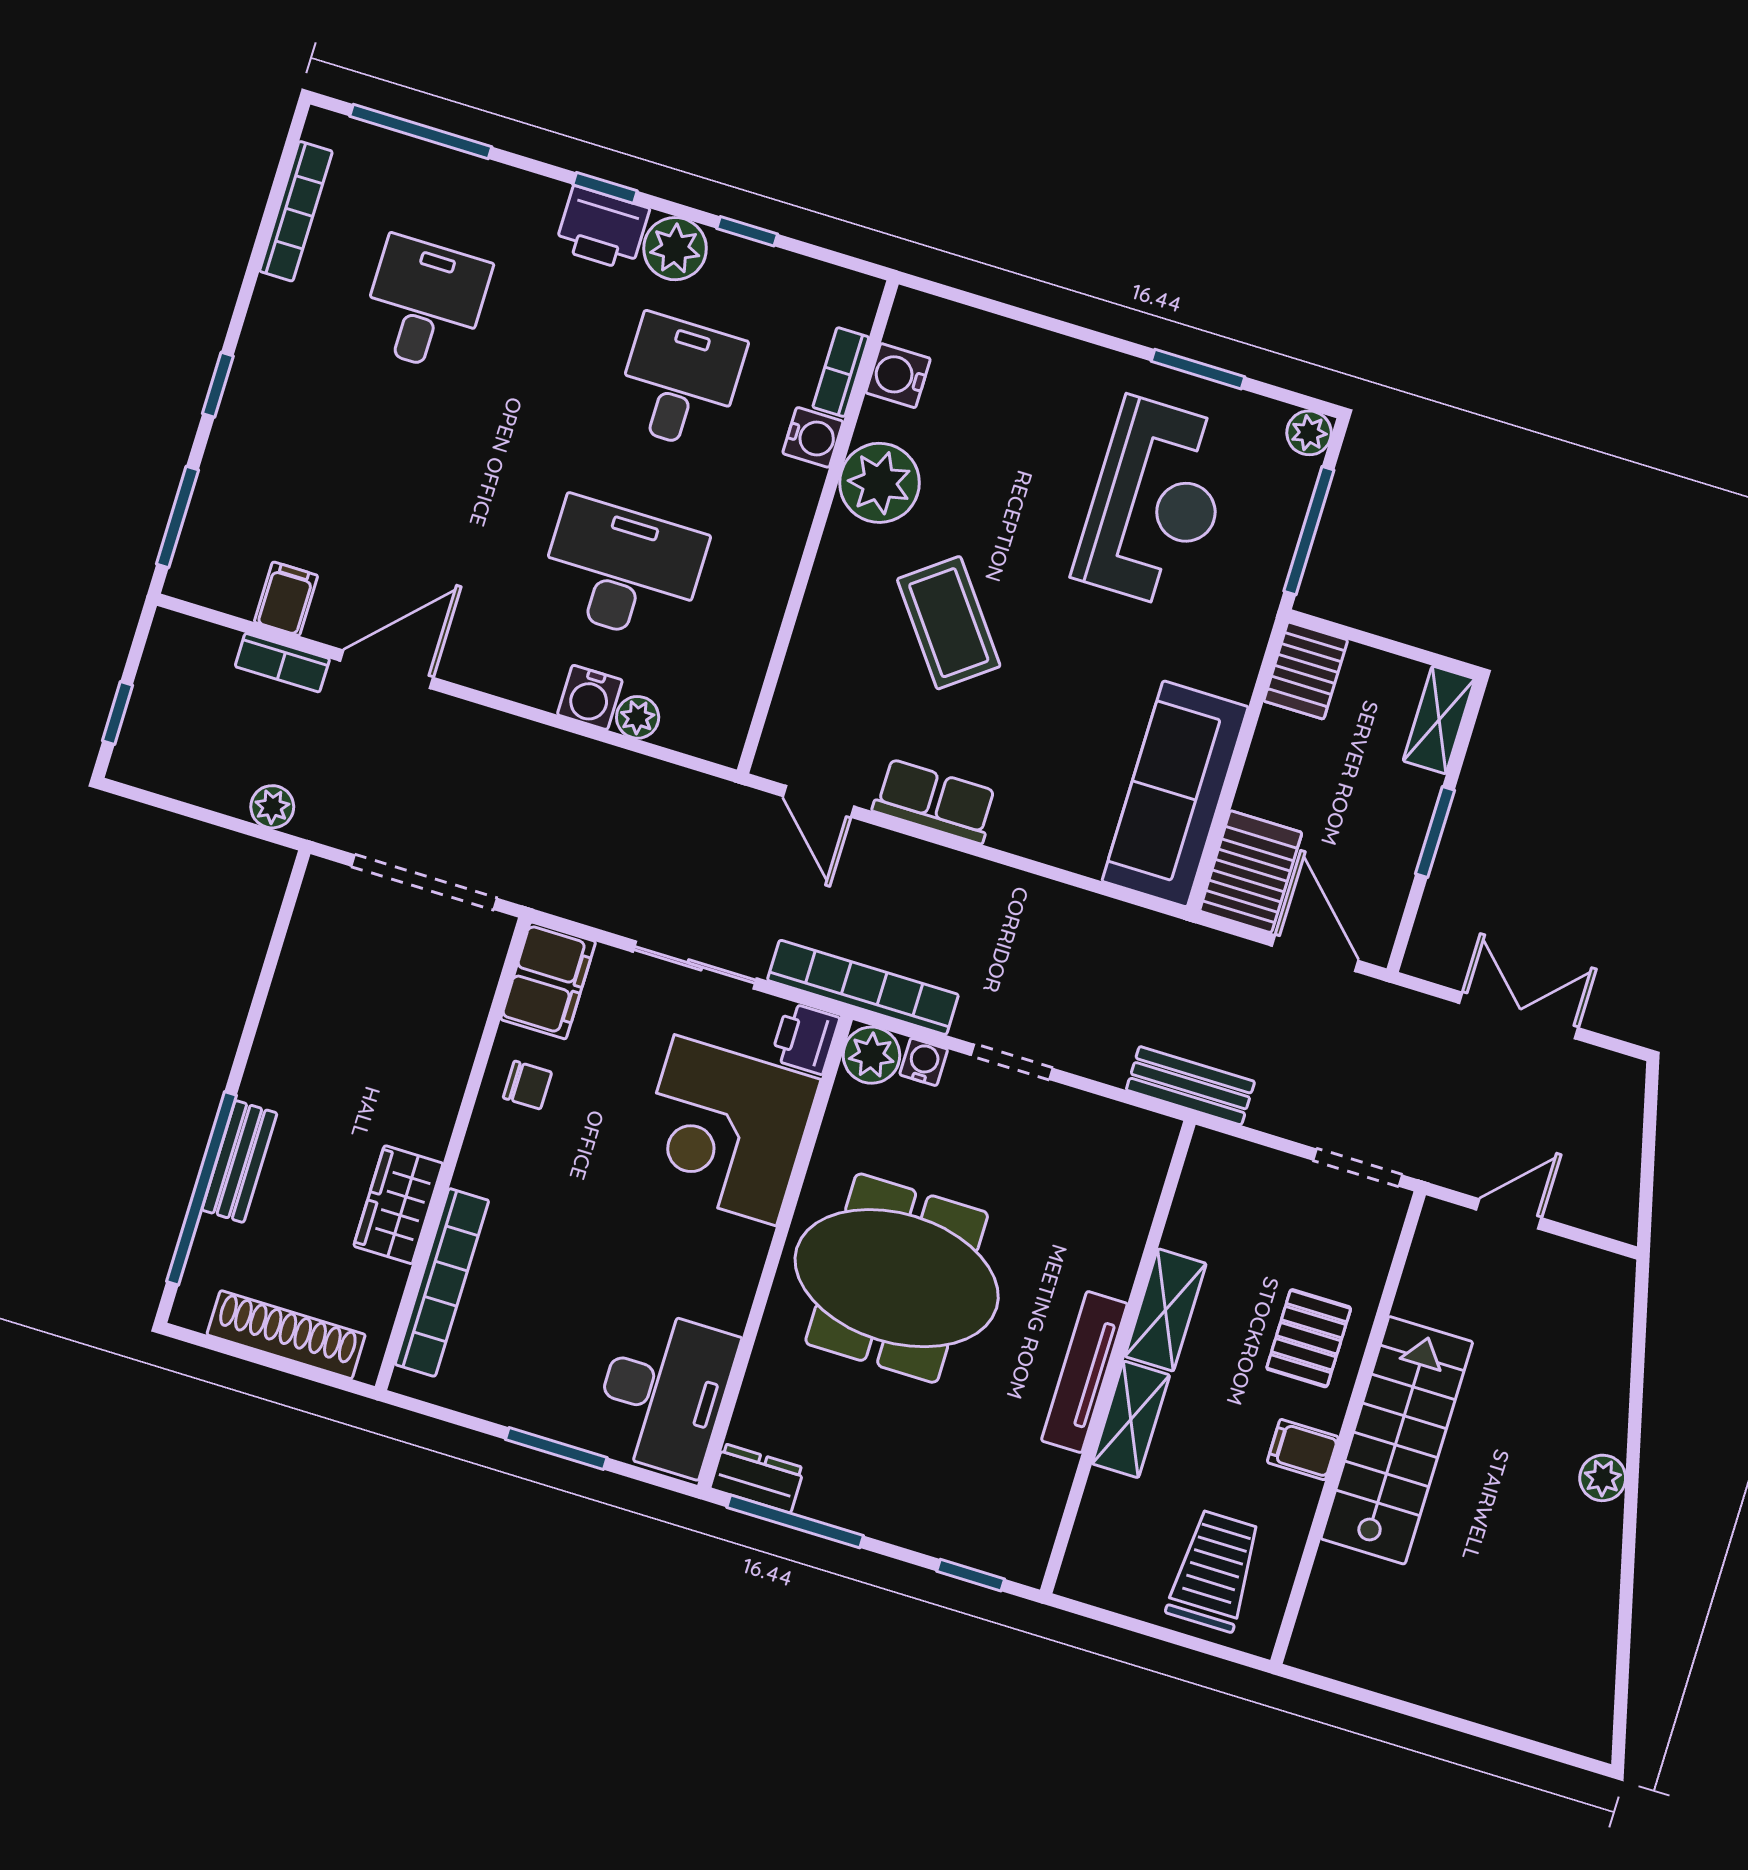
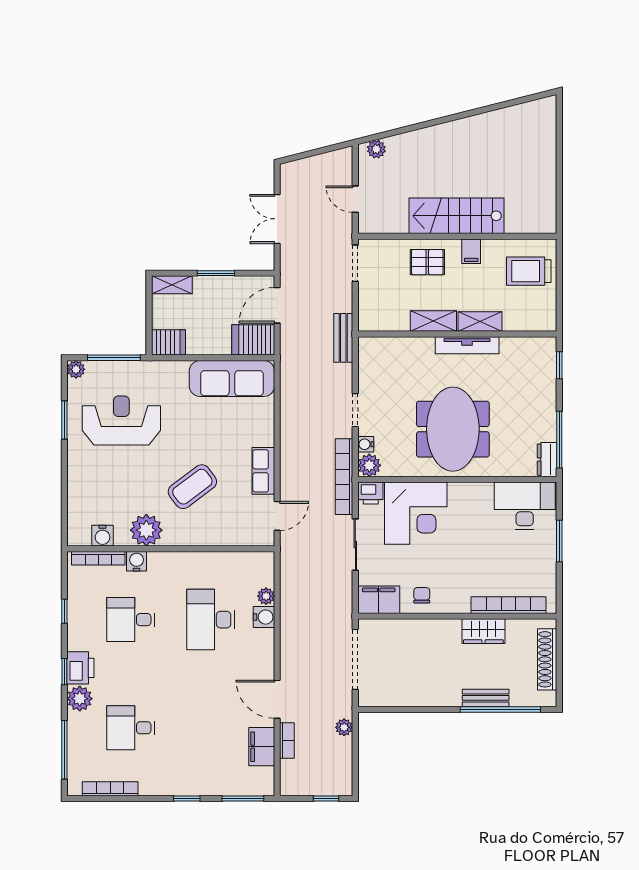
plant: (675, 249) -> (80, 699), moved
bookcase: (841, 372) -> (98, 558), width x1.56
filing cabinet: (286, 599) -> (262, 747), width x2.00
plant: (1603, 1478) -> (376, 149), moved

